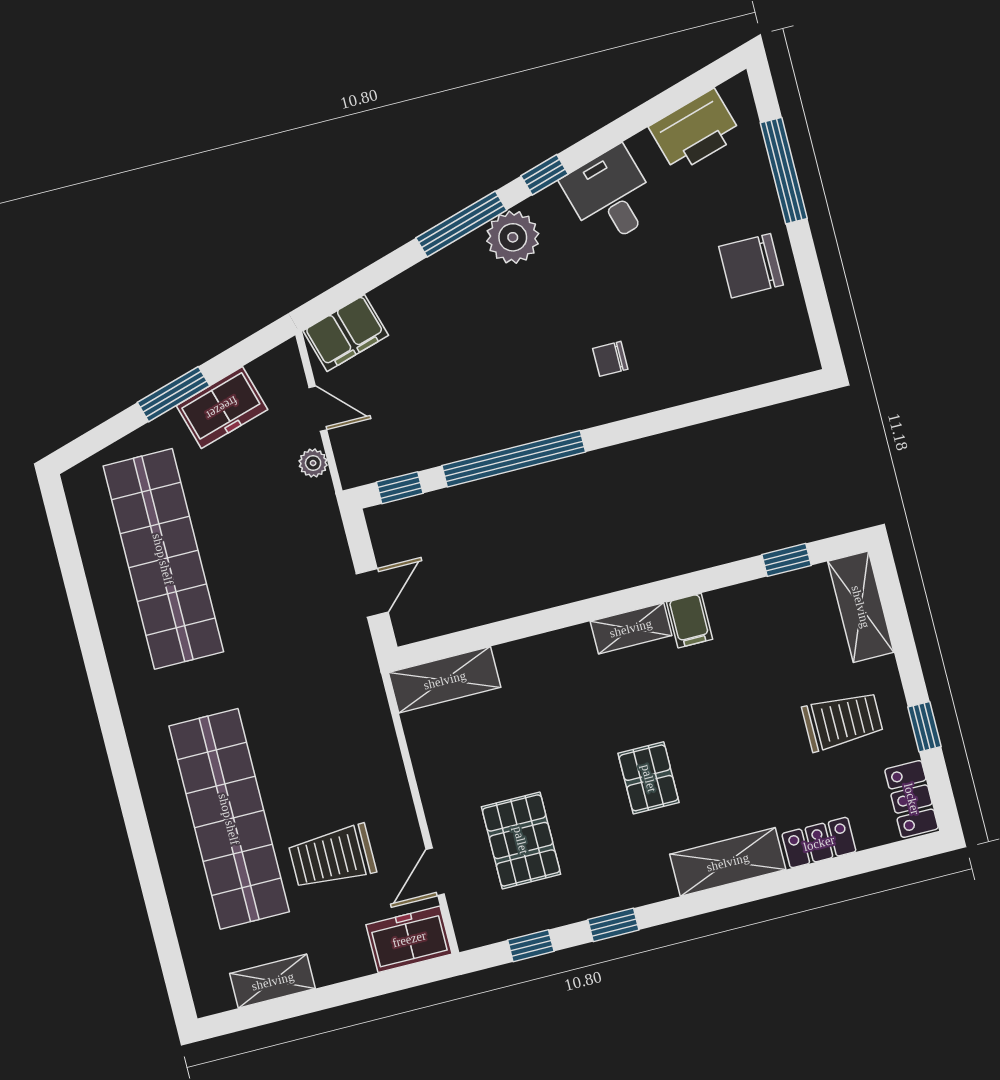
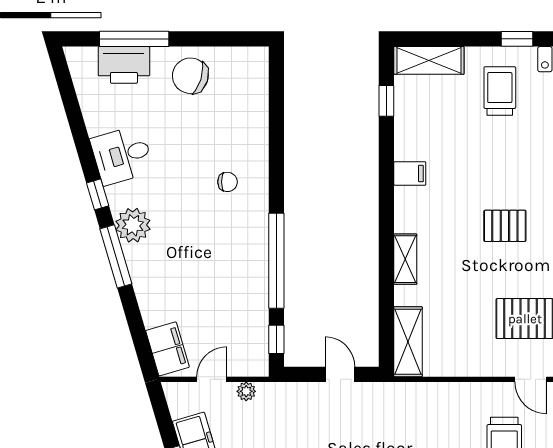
printer: (695, 131) -> (124, 65), moved, turned 106
chair: (751, 266) -> (190, 76), turned 107
chair: (610, 359) -> (228, 182), turned -90
shelving: (631, 628) -> (405, 259), moved

